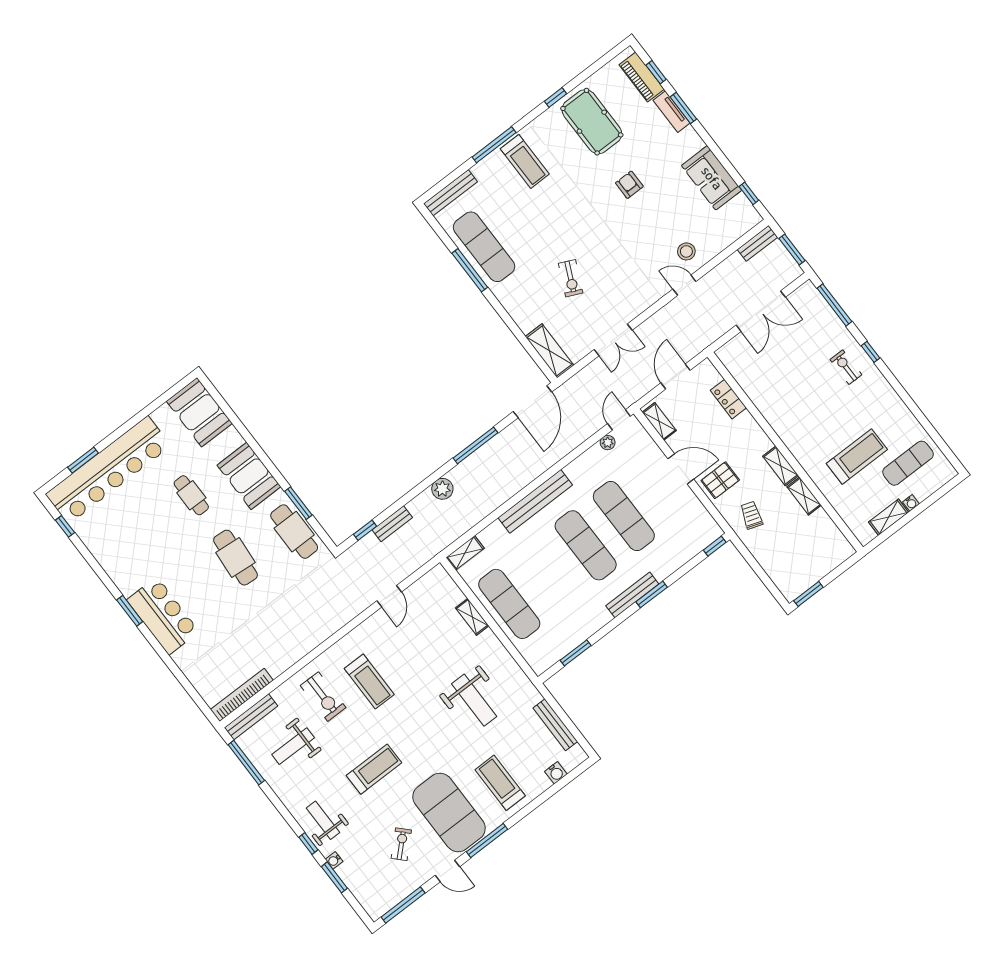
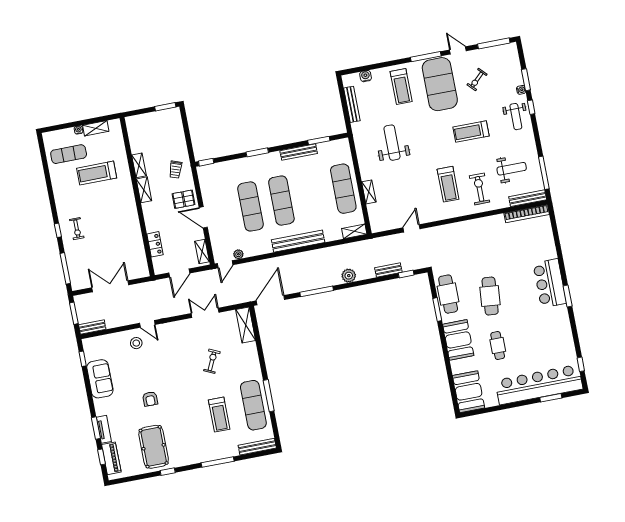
treadmill: (525, 161) -> (219, 415), moved, turned 180
bench: (632, 595) -> (299, 152), moved
treadmill: (369, 682) -> (448, 184), turned 180

